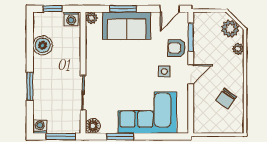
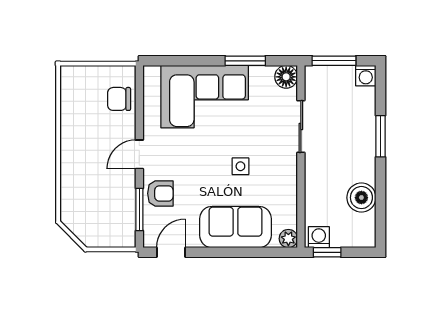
window: (53, 9) -> (327, 252), moved
window: (123, 9) -> (241, 252), removed
plant: (230, 29) -> (80, 222), removed
plant: (238, 49) -> (68, 192), removed
side table: (164, 71) -> (240, 166), moved
chair: (226, 99) -> (119, 99), moved, turned -126

